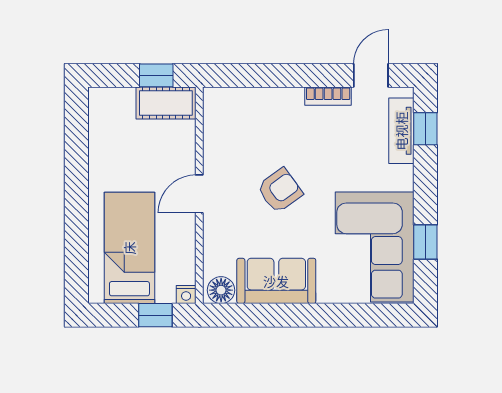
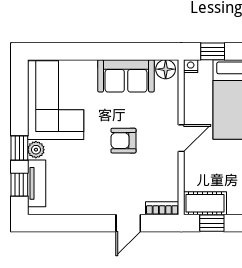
door: (371, 75) -> (128, 223), moved
bookcase: (328, 96) -> (162, 208), moved
plant: (402, 178) -> (36, 150), added
armchair: (280, 190) -> (123, 141), turned 36
window: (425, 242) -> (19, 148), moved

